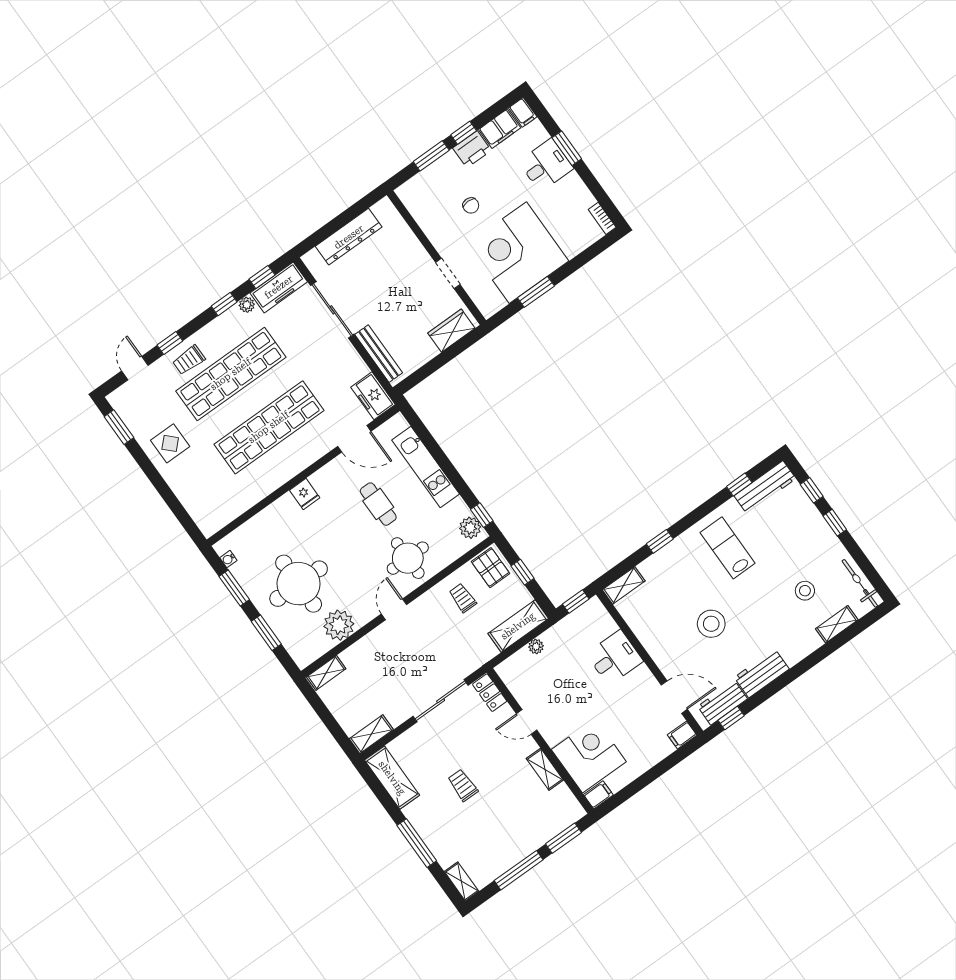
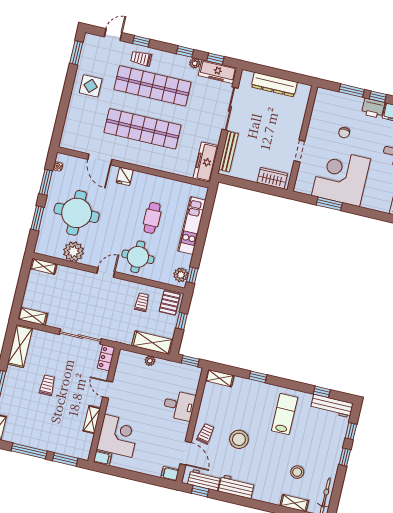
freezer: (373, 396) -> (206, 162), width x1.40
door: (354, 439) -> (100, 159), moved
trolley: (672, 656) -> (206, 434), added

